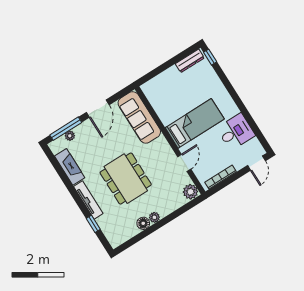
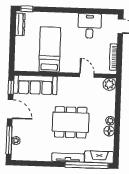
window: (120, 94) -> (11, 87), added
bed: (195, 123) -> (50, 49), moved
fireplace: (70, 167) -> (99, 157), moved
window: (93, 224) -> (87, 165), width x3.17

